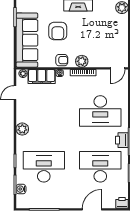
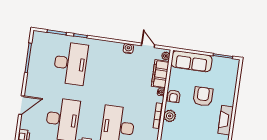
armchair: (58, 31) -> (203, 96), turned 90
sofa: (27, 40) -> (192, 61), width x0.74, depth x0.79
plant: (22, 129) -> (111, 47), removed
water cooler: (21, 189) -> (128, 49), moved
door: (92, 209) -> (21, 105), hinge flipped

